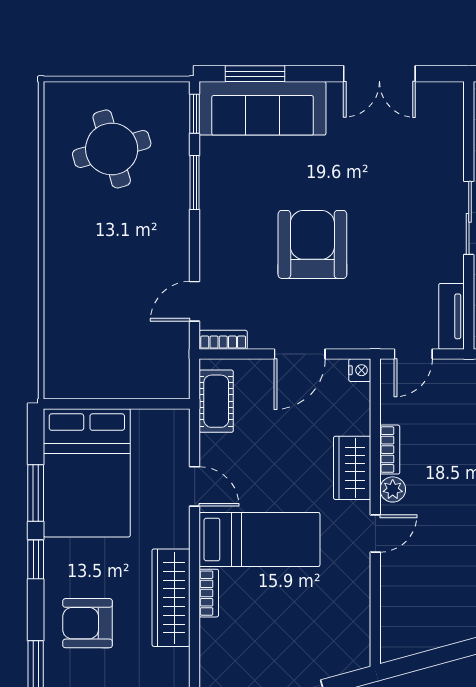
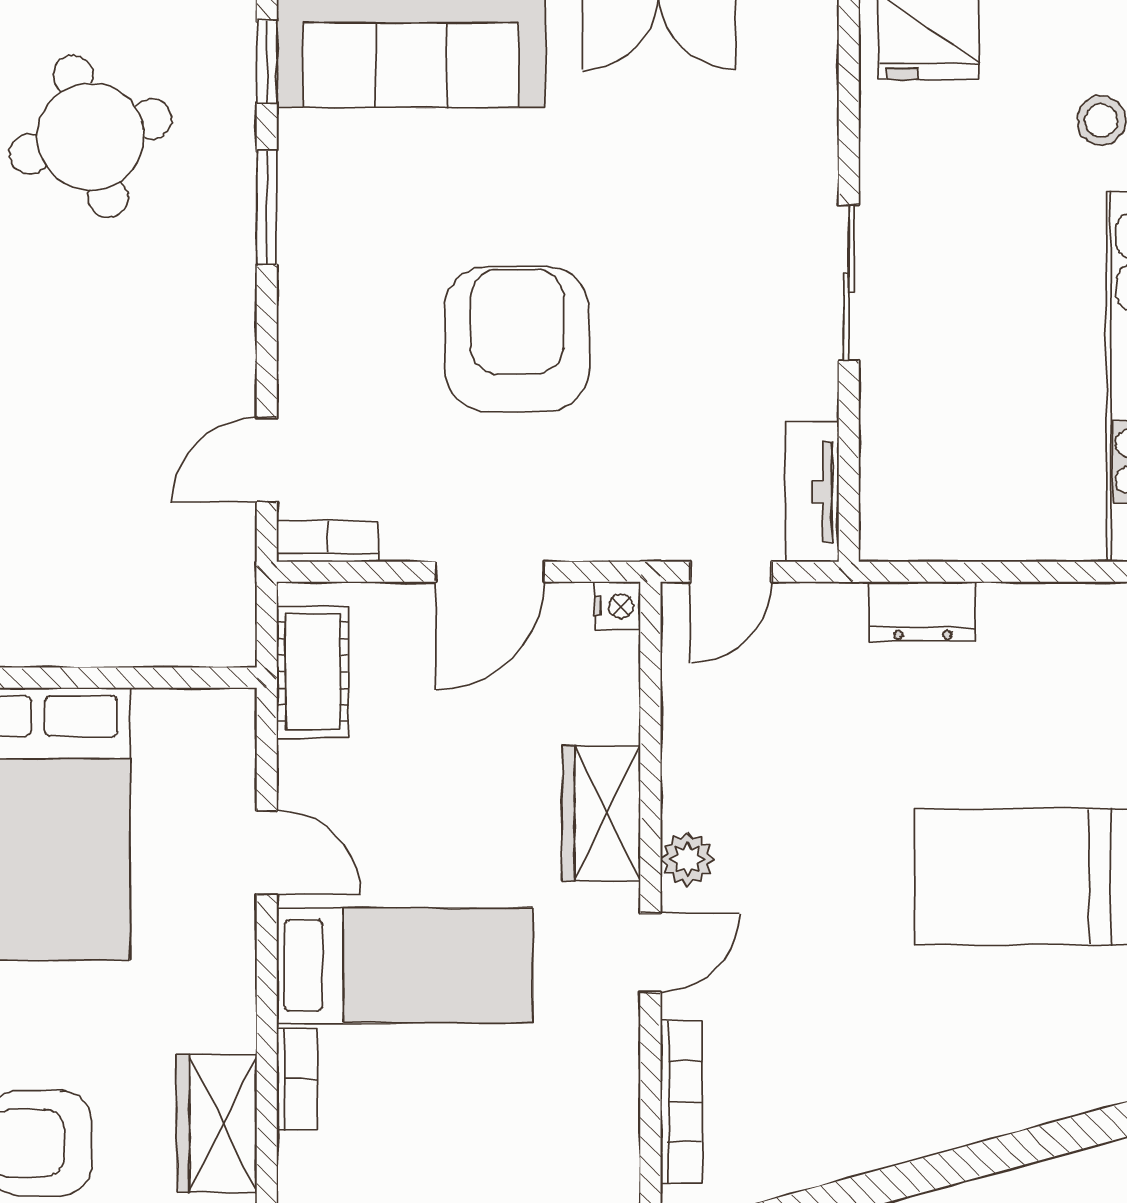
bookcase: (390, 450) -> (681, 1102), moved, width x1.56
wardrobe: (171, 598) -> (217, 1124), width x0.67

